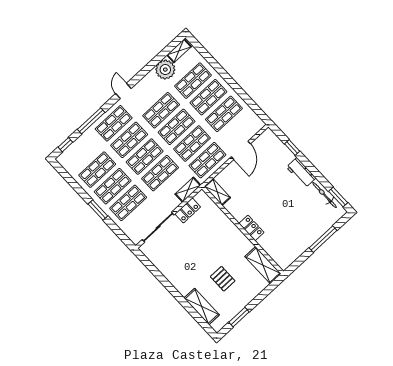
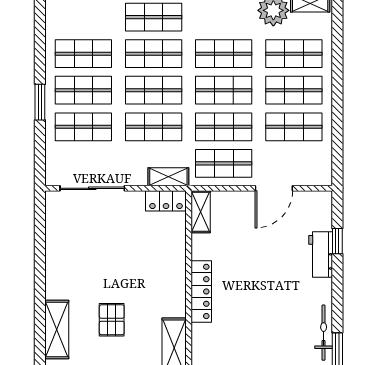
workbench: (301, 173) -> (321, 255), moved
locker: (188, 210) -> (166, 201), moved
locker: (251, 228) -> (201, 291), width x1.53

